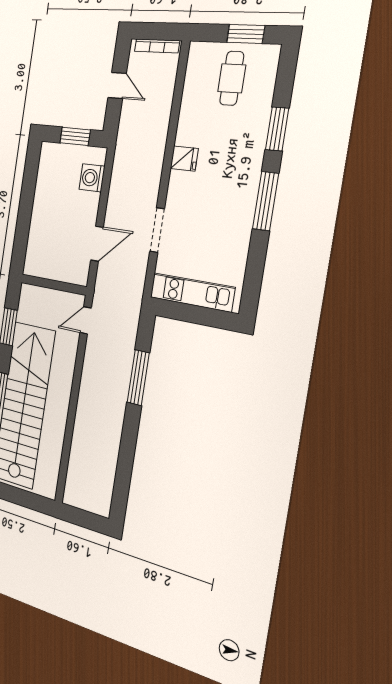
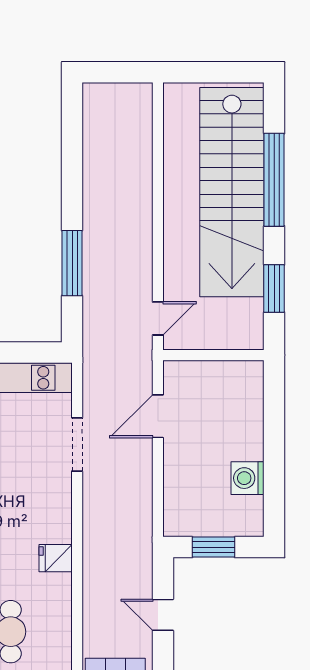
fridge: (184, 159) -> (56, 558), moved
washing machine: (92, 178) -> (248, 478), moved, turned 180

